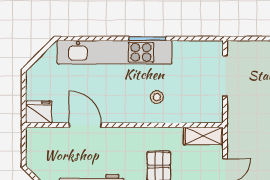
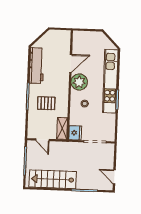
plant: (118, 108) -> (79, 82), added
fridge: (39, 112) -> (75, 133), moved

